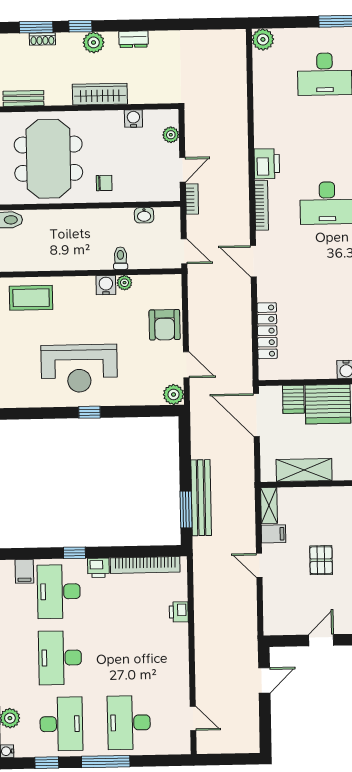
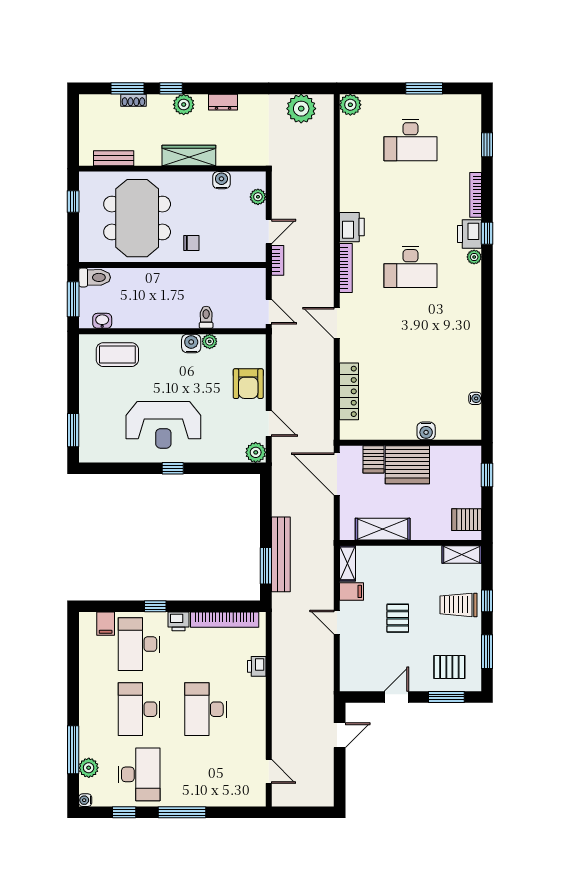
plant: (213, 44) -> (301, 109), added
washbasin: (144, 215) -> (102, 321), moved, turned 180
desk: (129, 723) -> (206, 709), moved

